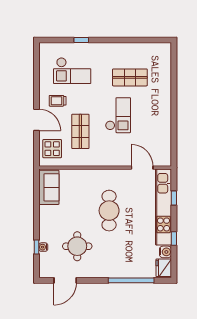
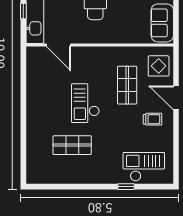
checkout: (72, 71) -> (144, 167), moved

